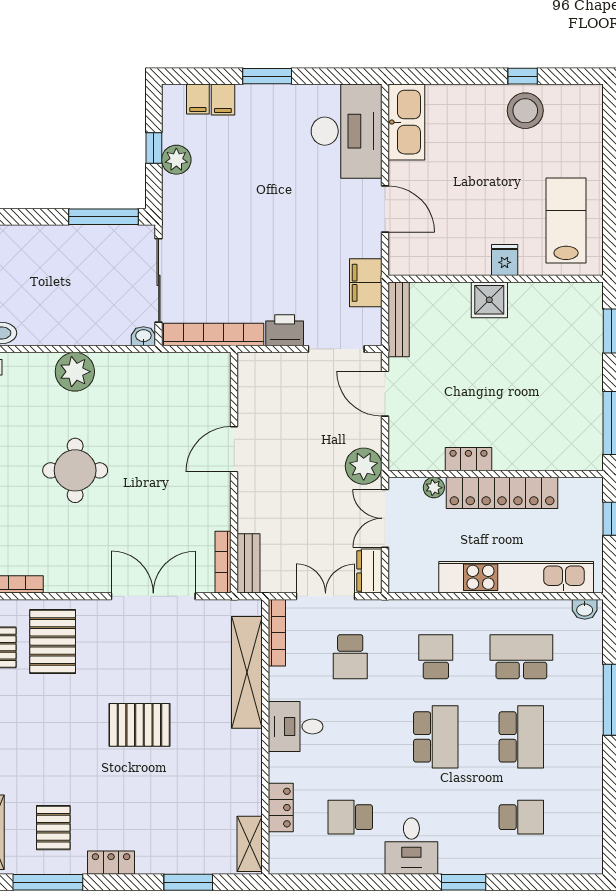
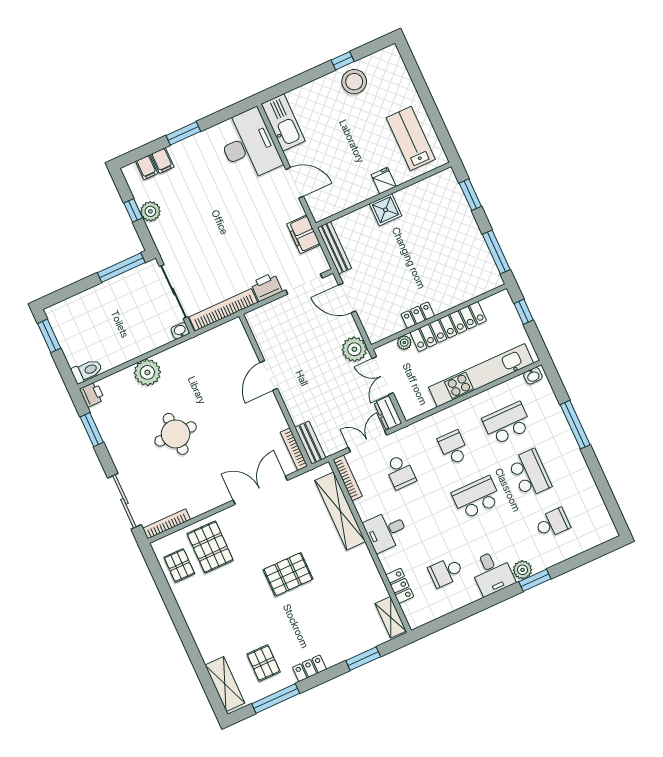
school desk: (436, 737) -> (476, 498), turned -90
plant: (453, 861) -> (522, 570), added

